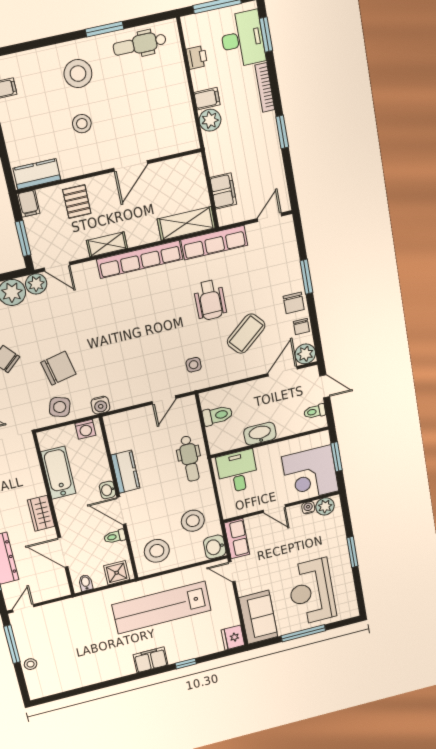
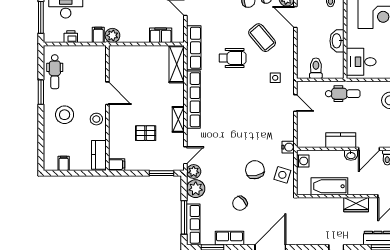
door: (131, 166) -> (107, 93), moved
wall: (109, 171) -> (107, 108), moved
kitchen counter: (37, 174) -> (99, 155), moved
filing cabinet: (28, 204) -> (117, 165), moved

